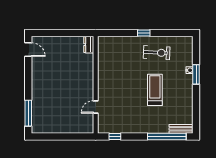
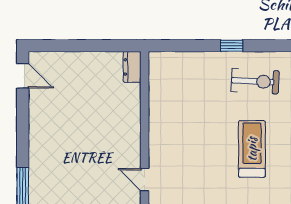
door: (96, 107) -> (145, 180), hinge flipped

